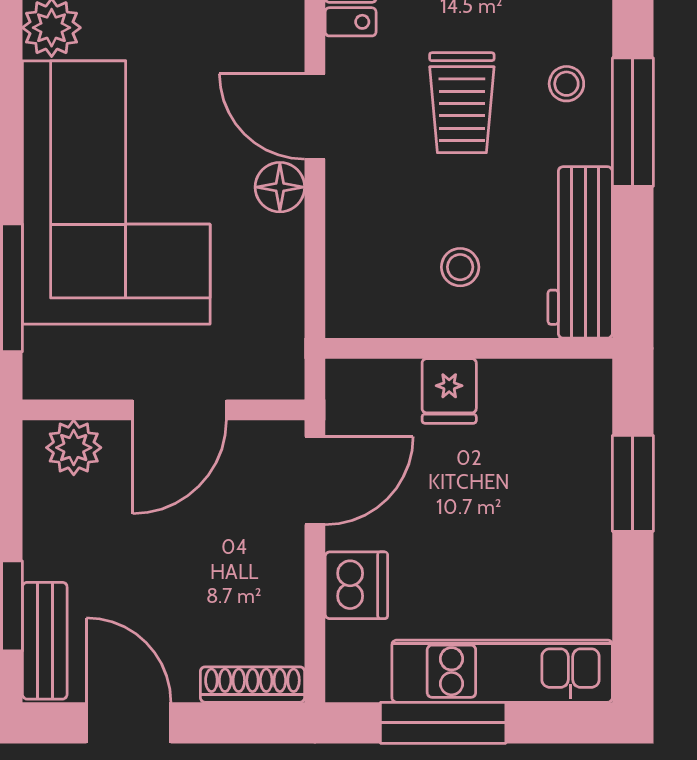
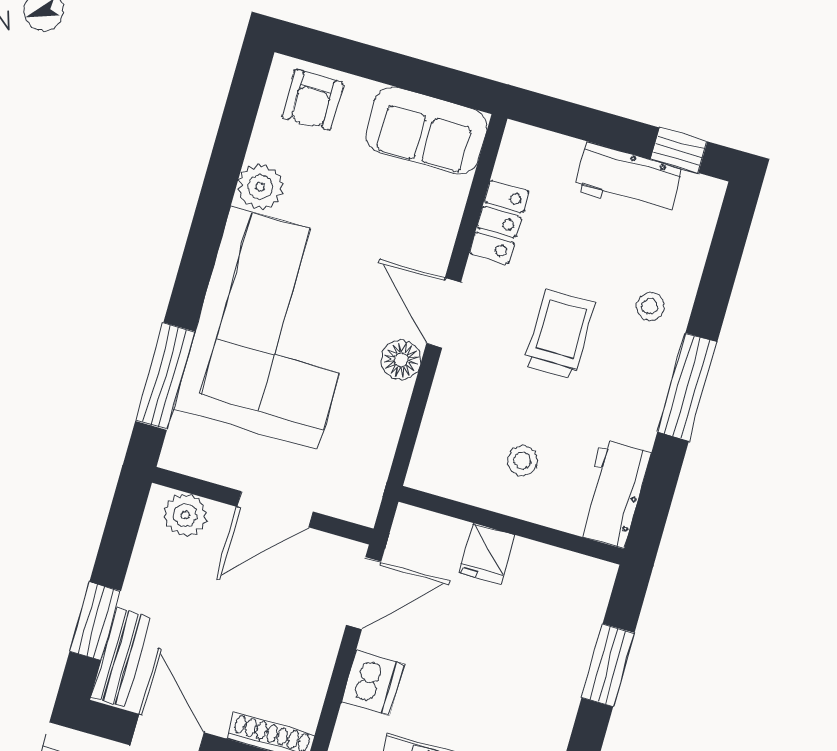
stool: (566, 84) -> (650, 306), moved
trolley: (462, 103) -> (560, 335), turned 180
workbench: (580, 252) -> (613, 494), width x0.73

